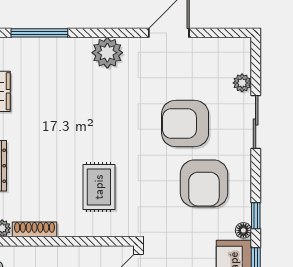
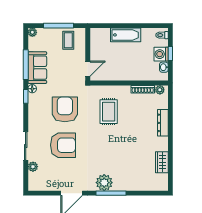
window: (39, 33) -> (111, 193), moved
armchair: (204, 183) -> (65, 109), moved

